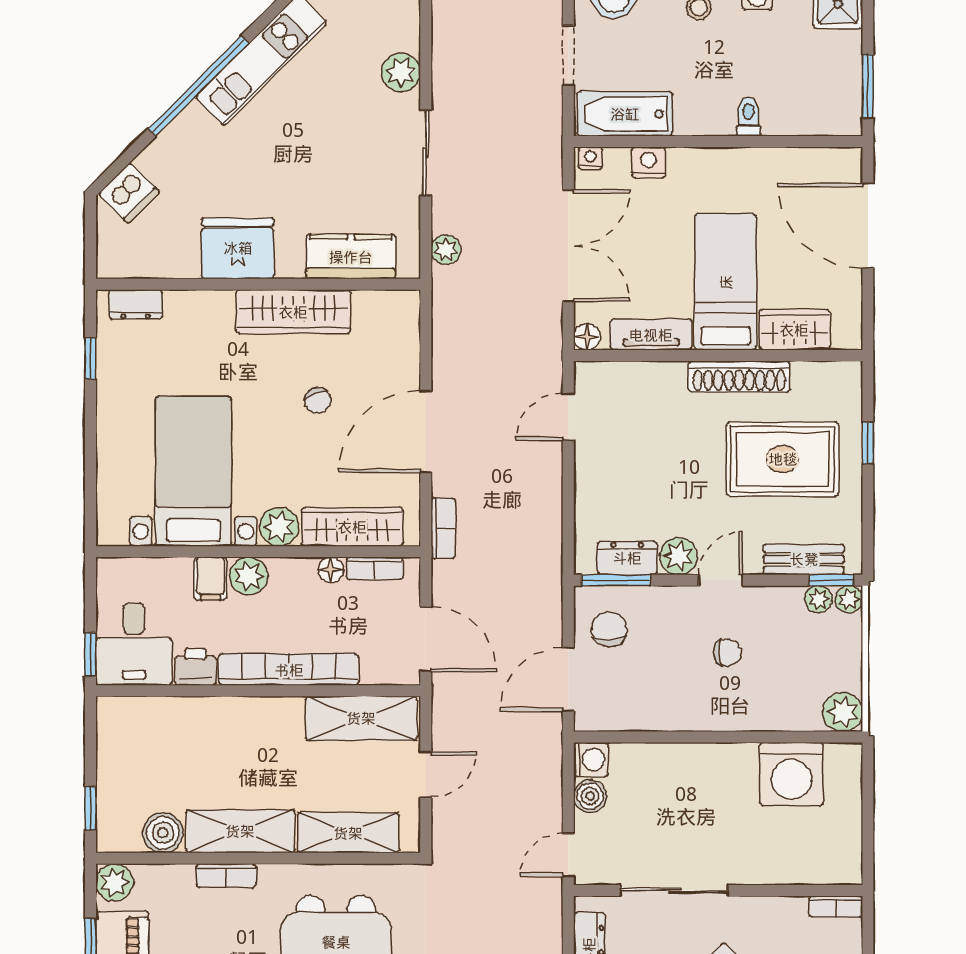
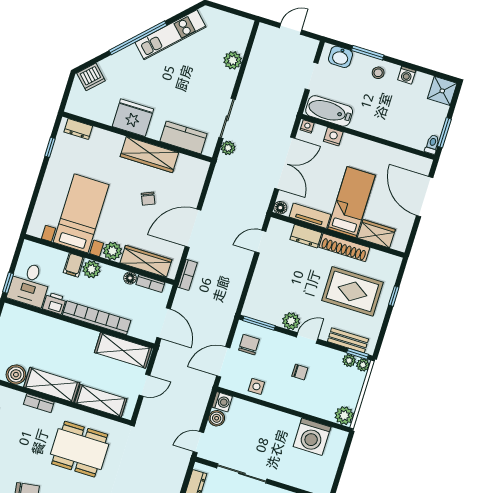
toilet: (748, 117) -> (432, 144), moved
sliding door: (426, 153) -> (227, 118), moved
dresser: (627, 558) -> (306, 236), moved, turned 180
side table: (650, 708) -> (256, 386), added

